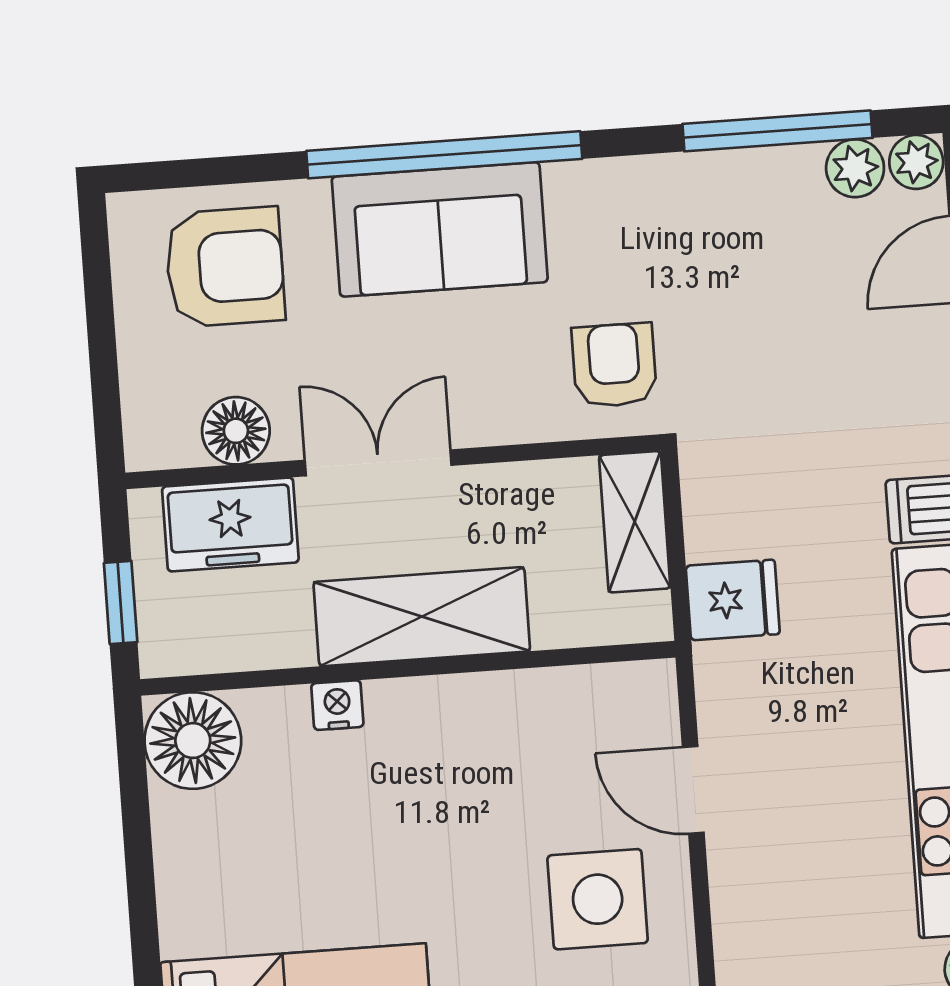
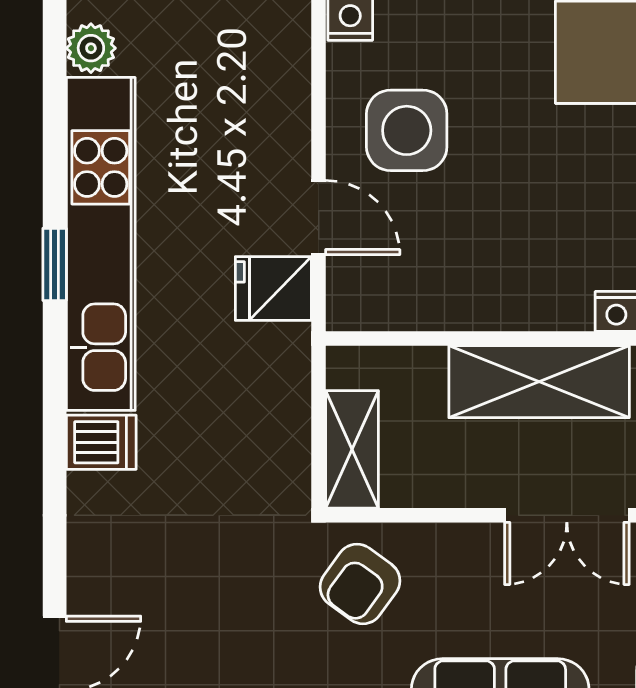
armchair: (614, 365) -> (360, 584), turned 36
fridge: (733, 600) -> (273, 288), moved

